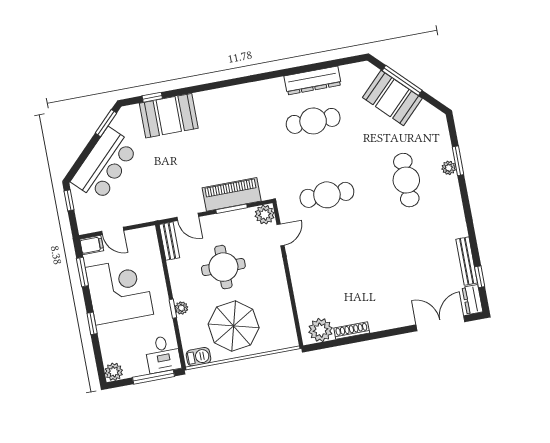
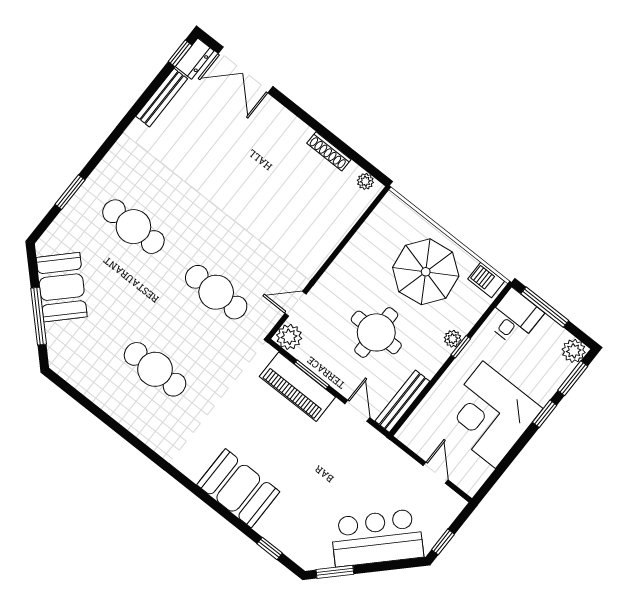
dresser: (313, 81) -> (116, 404), removed
booth: (392, 98) -> (62, 287), moved
booth: (169, 116) -> (238, 488), moved
plant: (449, 168) -> (85, 195), removed
cafe table: (406, 180) -> (133, 227), turned 90
bench: (169, 241) -> (402, 401), width x1.36
filing cabinet: (92, 245) -> (468, 481), removed
window: (82, 272) -> (573, 378), moved
window: (480, 277) -> (180, 53), moved
plant: (321, 330) -> (365, 181), width x0.53, depth x0.53

